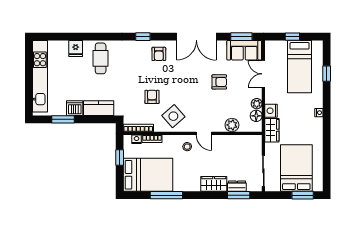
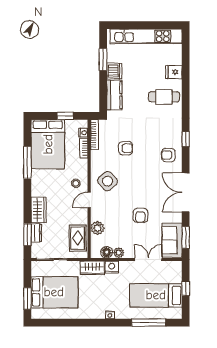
window: (327, 74) -> (149, 323), width x2.17
side table: (173, 116) -> (107, 181), moved
rug: (242, 145) -> (78, 238), added

